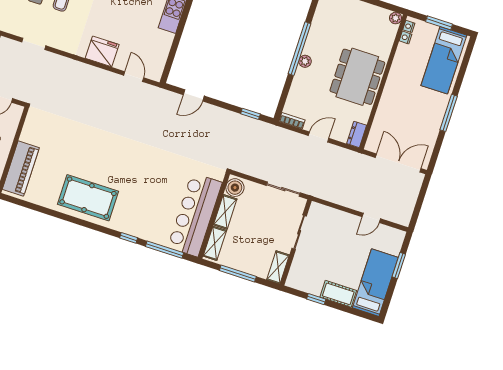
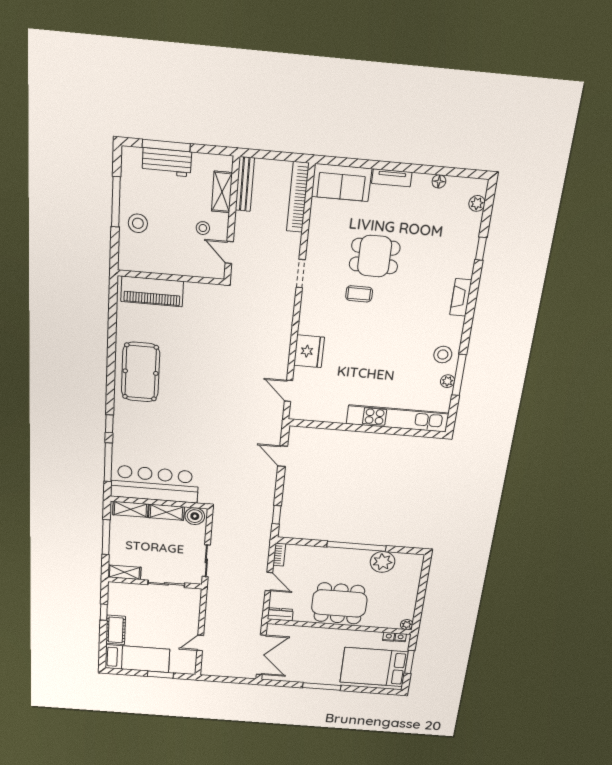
bed: (444, 60) -> (374, 667), width x1.50
plant: (305, 61) -> (382, 562), moved, width x1.88, depth x1.88
door: (134, 77) -> (289, 391), swing flipped
door: (371, 218) -> (200, 643), hinge flipped

